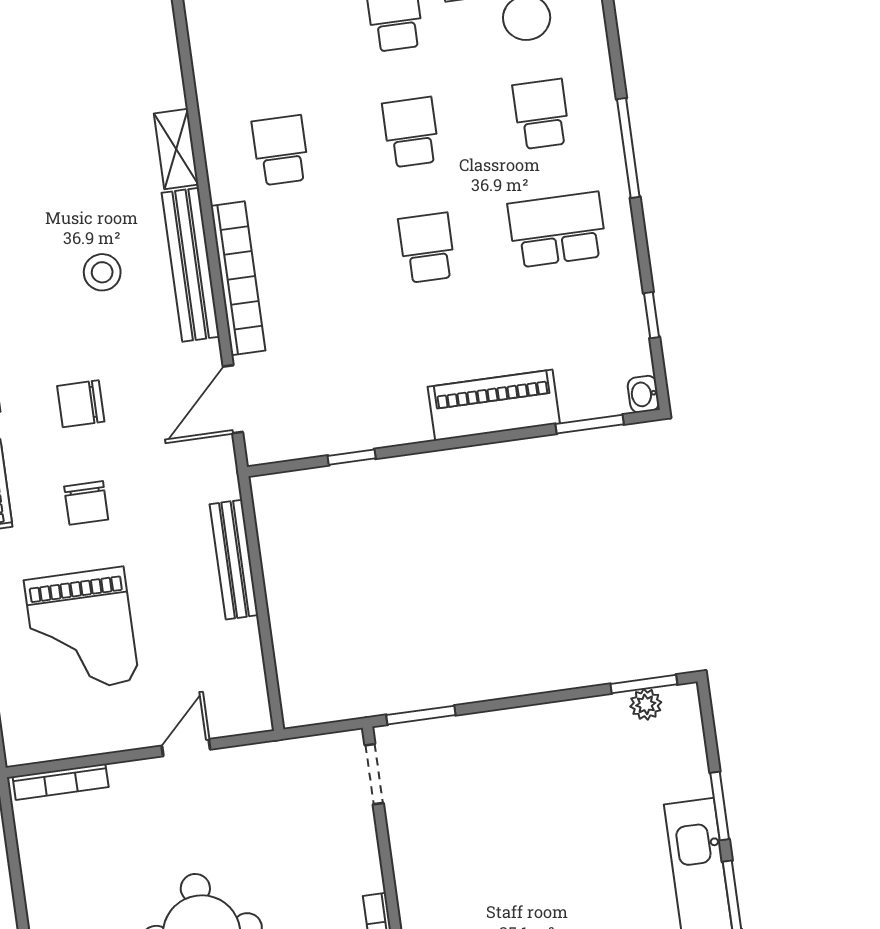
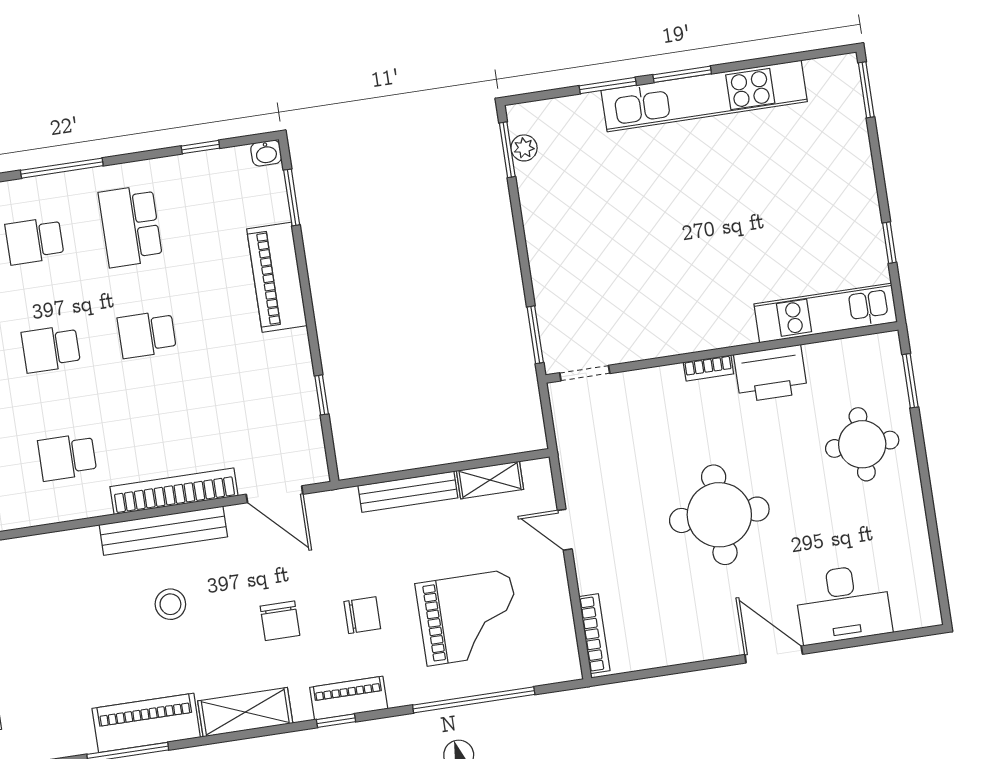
shelving: (176, 149) -> (490, 480), moved

